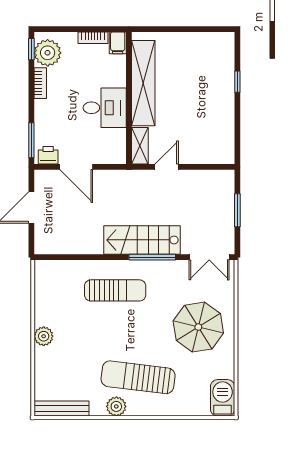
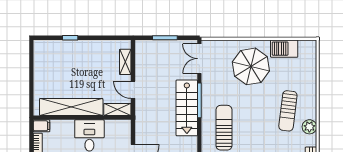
shelving: (204, 156) -> (125, 62), added
double door: (209, 257) -> (199, 59), swing flipped
sun lounger: (138, 377) -> (288, 111), width x0.73, depth x0.75
barbecue: (223, 398) -> (284, 49), moved

